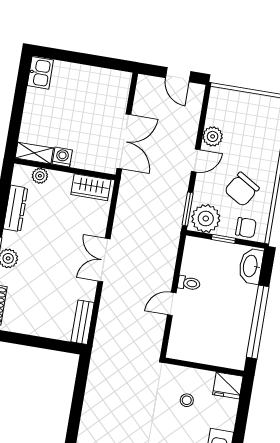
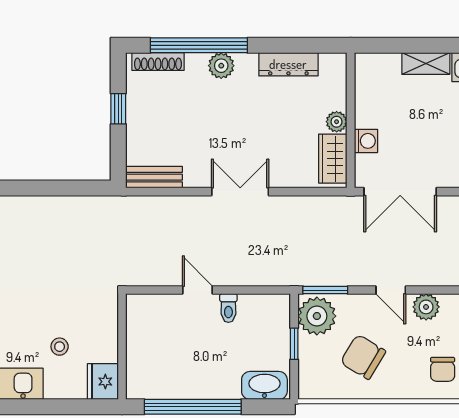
shelving: (34, 153) -> (426, 64), moved, turned 90
washing machine: (62, 157) -> (366, 141), moved
plant: (40, 176) -> (337, 122), moved
chair: (246, 228) -> (443, 369), moved
window: (27, 340) -> (118, 109), added
stool: (187, 400) -> (60, 347), moved

